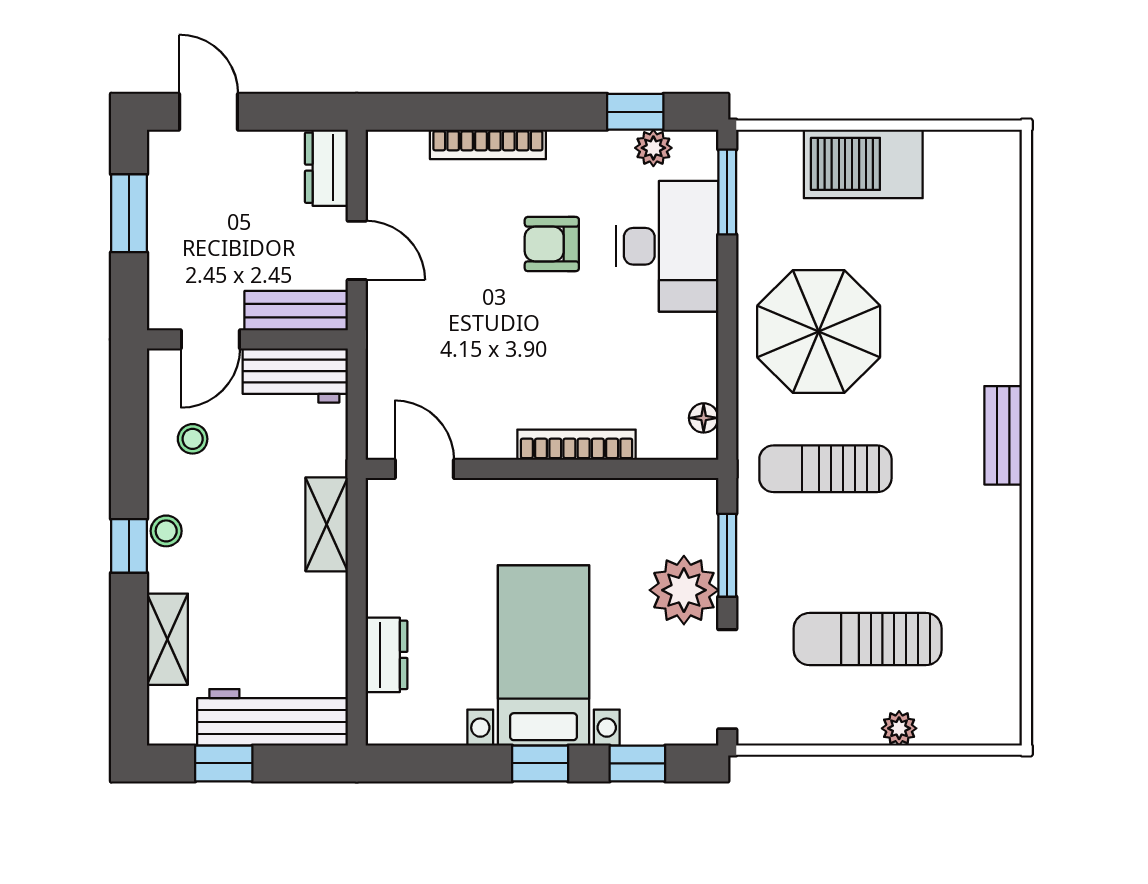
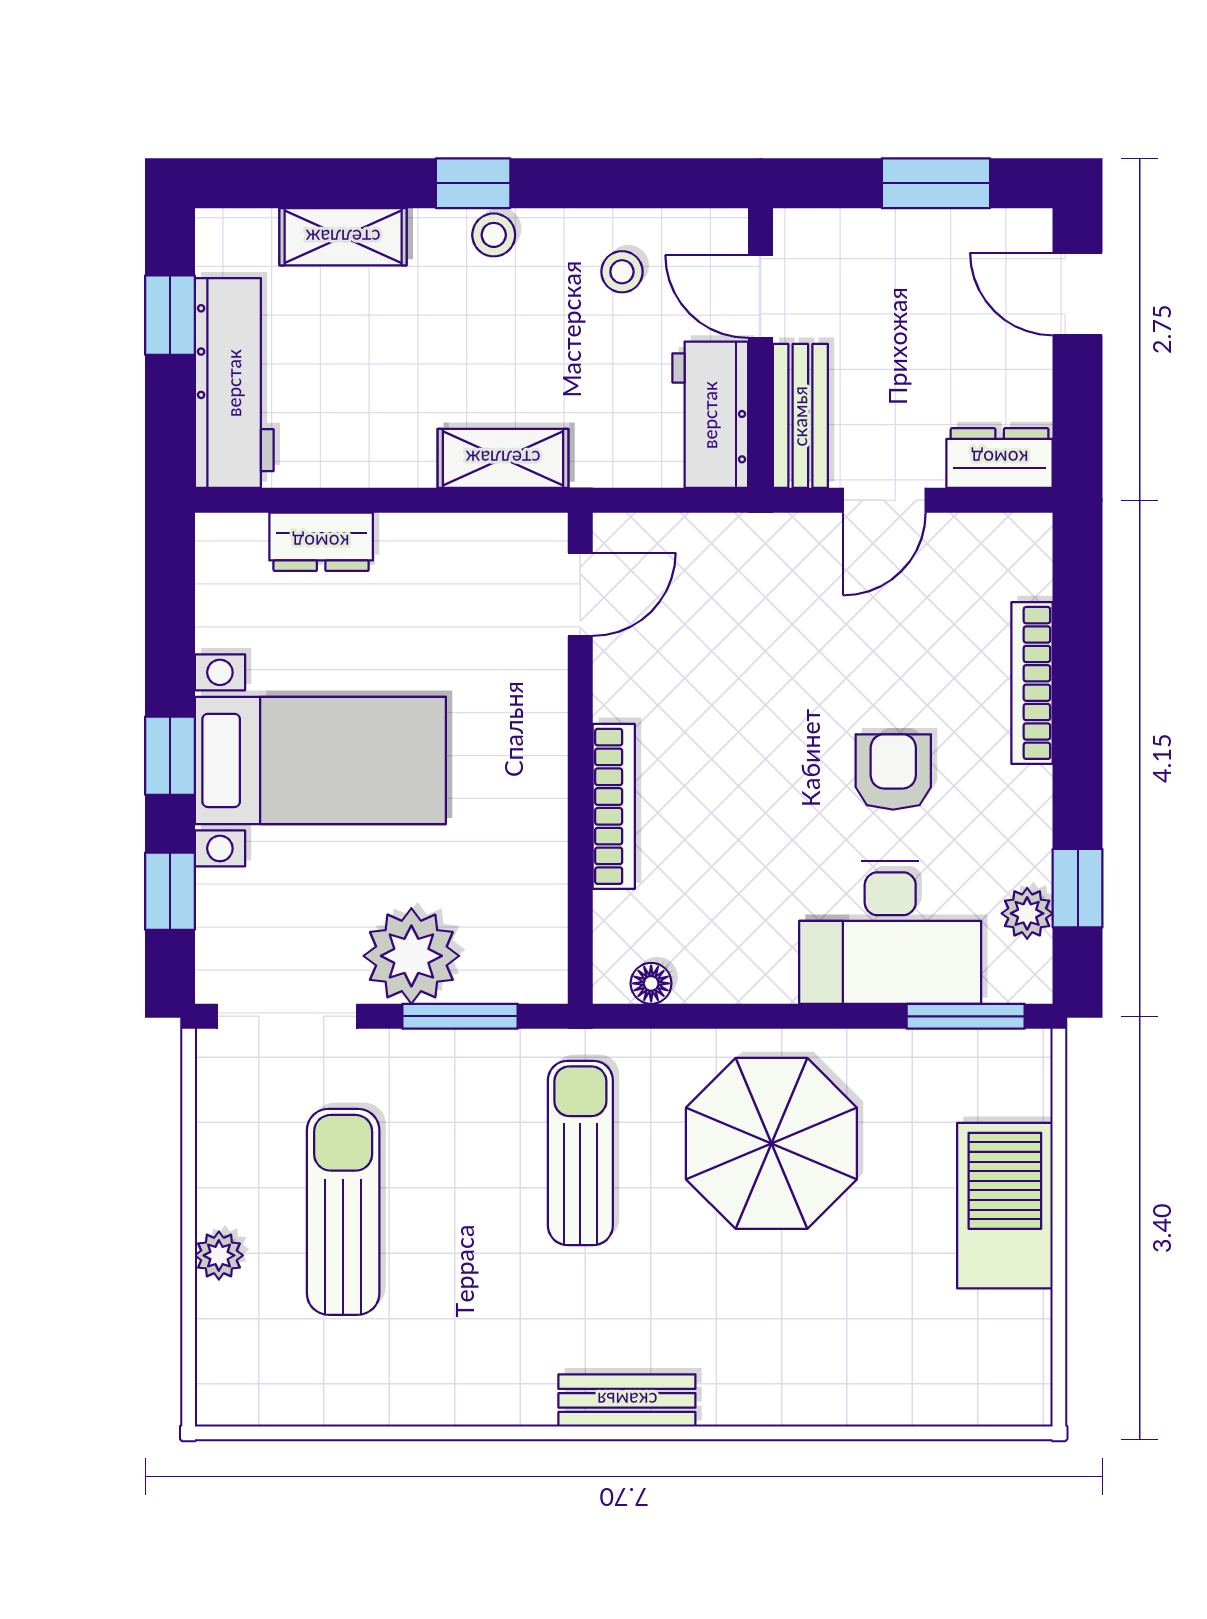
door: (209, 112) -> (1078, 294), swing flipped

